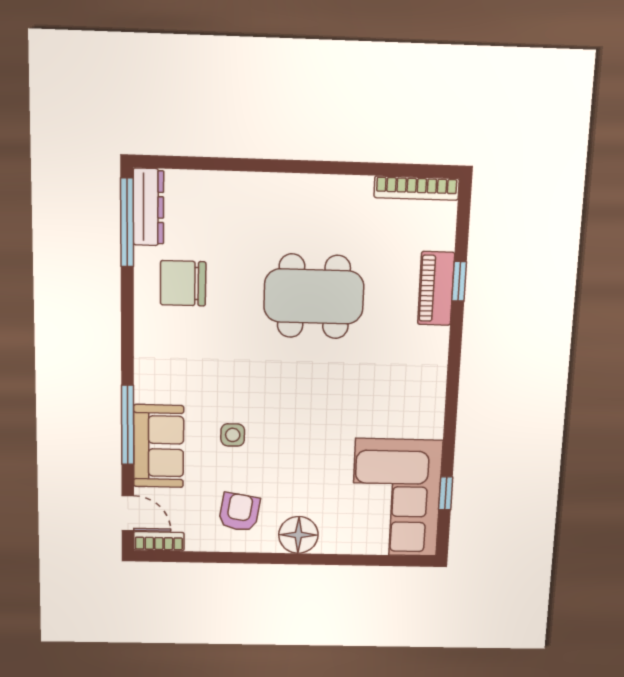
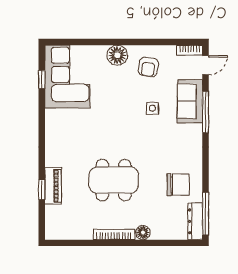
floor lamp: (257, 187) -> (143, 233), added
bookcase: (417, 188) -> (114, 234), moved
door: (128, 513) -> (206, 65), swing flipped

